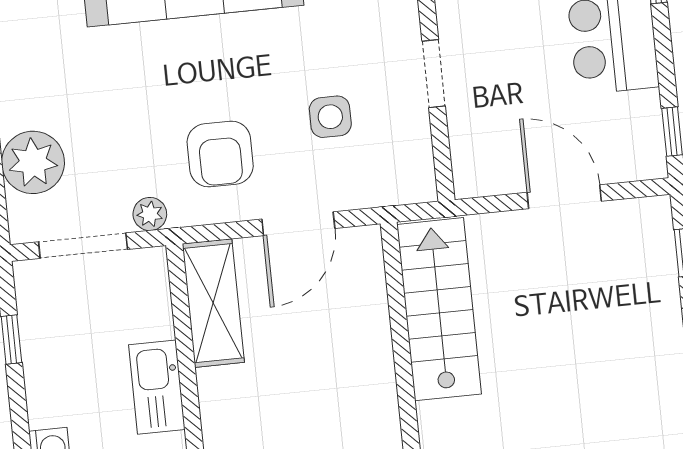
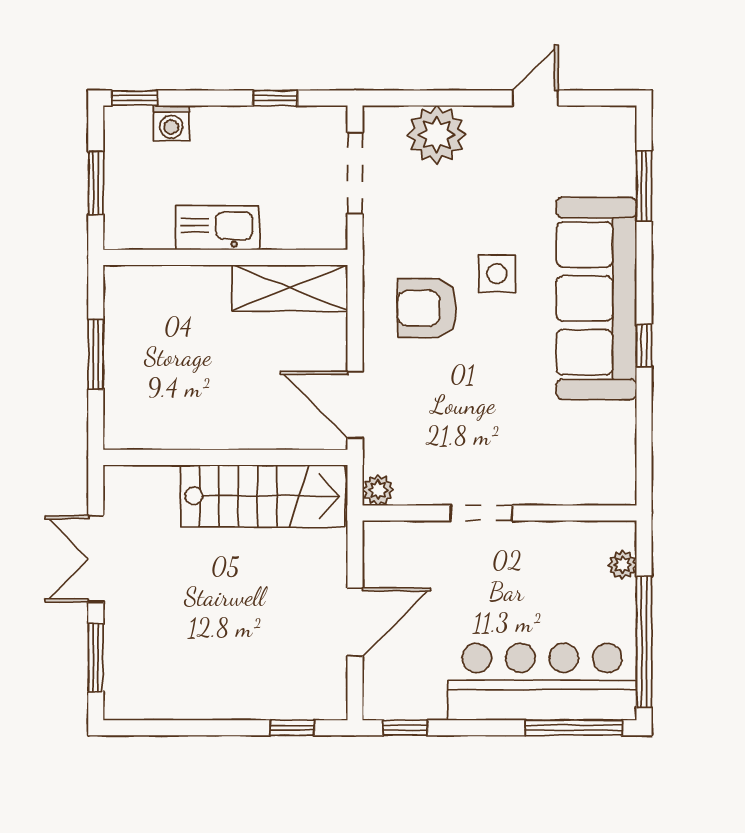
side table: (330, 117) -> (497, 274), moved
plant: (150, 214) -> (378, 490), moved
door: (298, 224) -> (355, 405), moved

